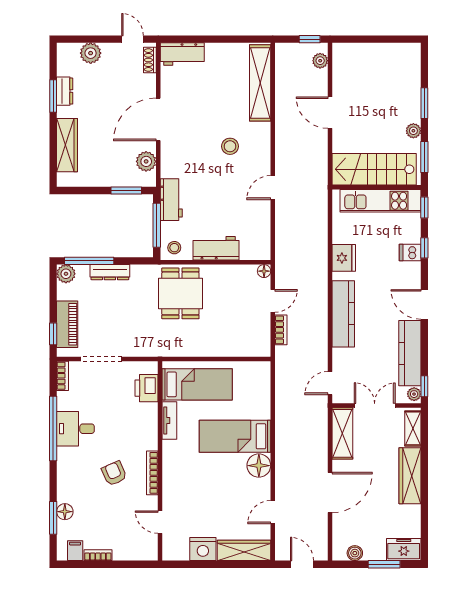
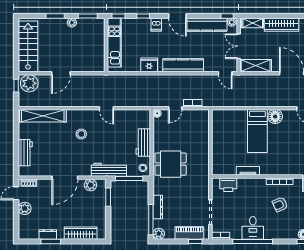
plant: (91, 53) -> (25, 208), moved
workbench: (182, 54) -> (25, 153), moved
plant: (320, 61) -> (29, 83), width x1.88, depth x1.88
door: (158, 119) -> (65, 178), hinge flipped
stairs: (374, 169) -> (28, 46), moved, turned 180
workbench: (171, 200) -> (109, 170), width x1.38
dishwasher: (410, 253) -> (156, 25), moved
door: (273, 301) -> (175, 108), swing flipped
door: (424, 304) -> (177, 16), hinge flipped
bed: (197, 384) -> (226, 154), removed

